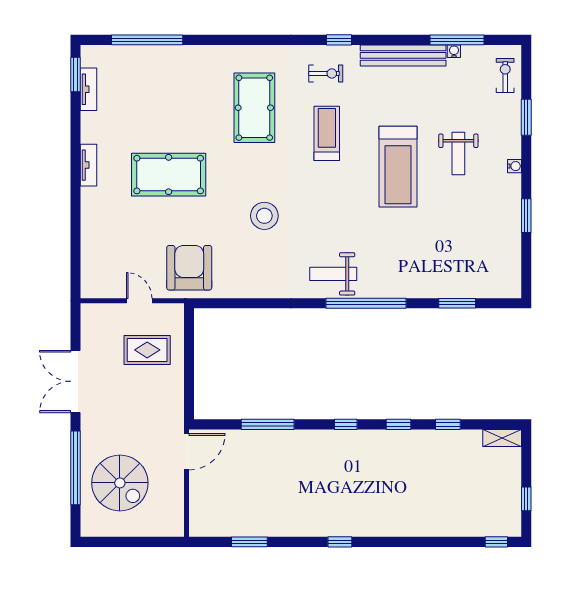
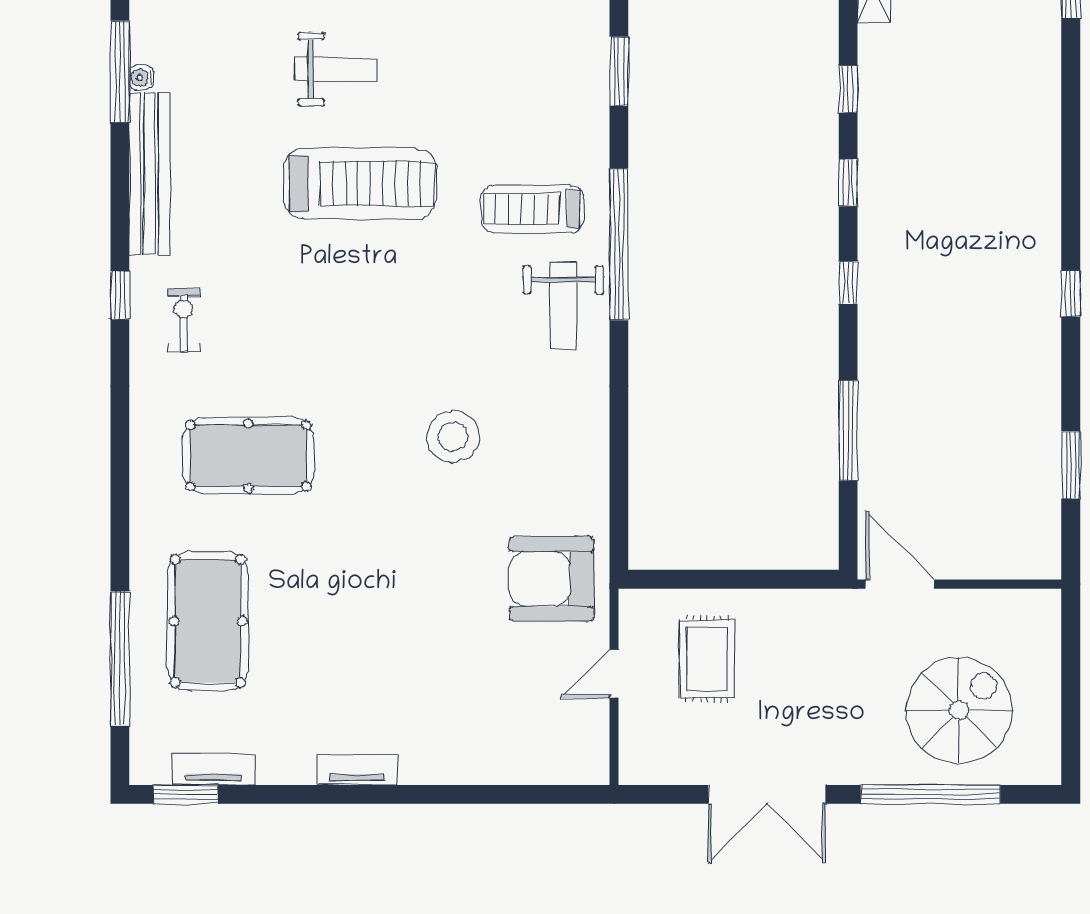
treadmill: (327, 133) -> (532, 209), moved
pool table: (169, 175) -> (208, 621), moved

